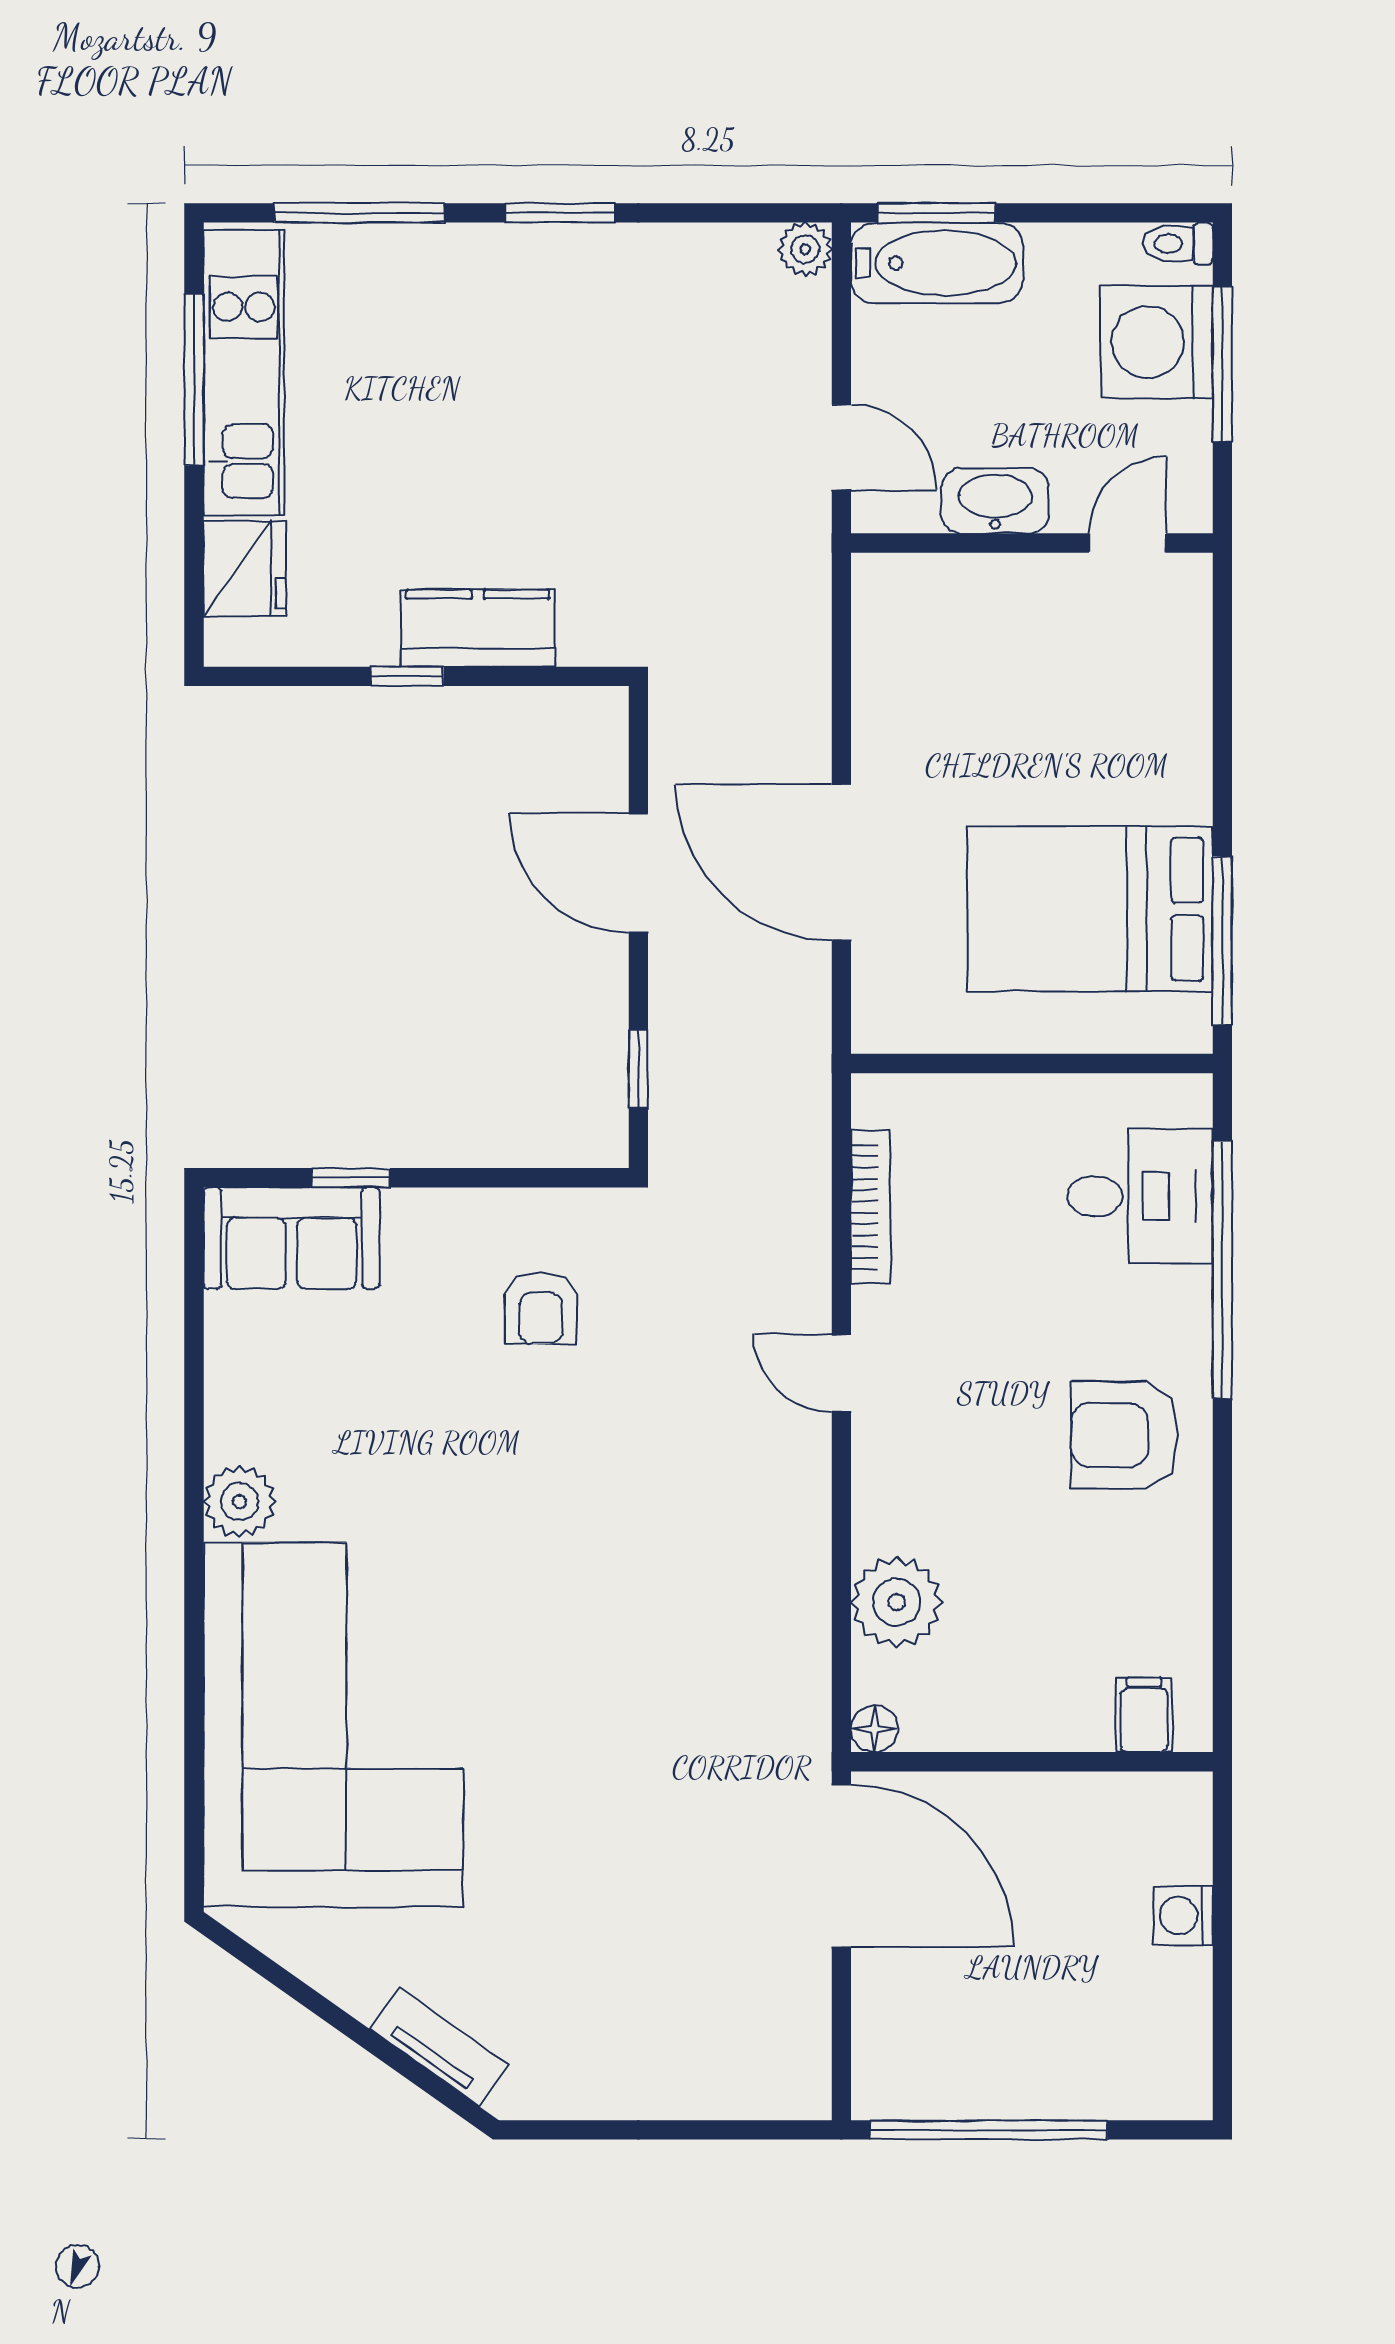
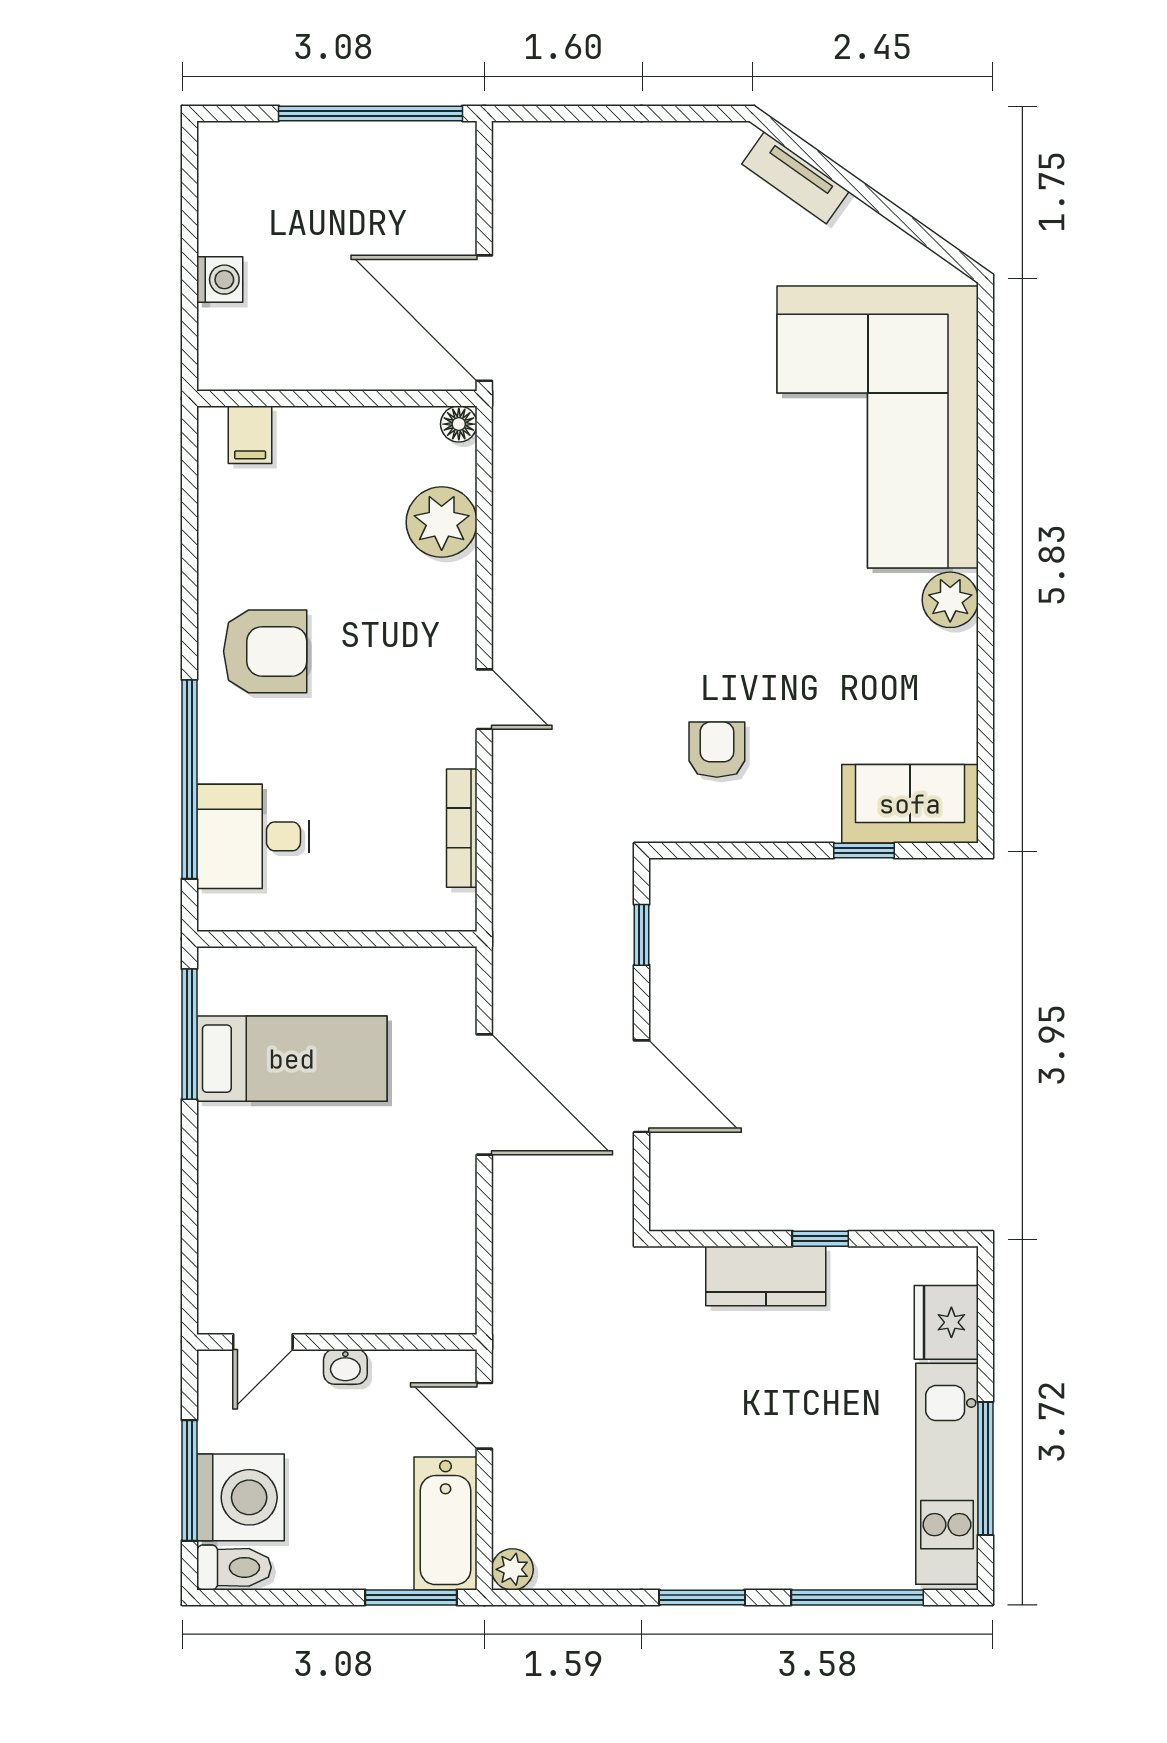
toilet: (1178, 244) -> (234, 1567), width x1.37, depth x1.39
bathtub: (937, 263) -> (446, 1523), moved, turned -90
washbasin: (995, 501) -> (345, 1367), width x0.52, depth x0.69
bed: (1090, 909) -> (292, 1059), width x0.67

